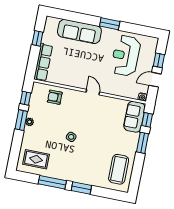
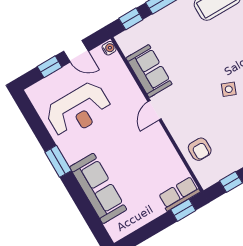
window: (37, 38) -> (183, 210), moved
row of seats: (43, 62) -> (179, 194), width x0.68
sofa: (134, 117) -> (149, 71), moved, turned -90

